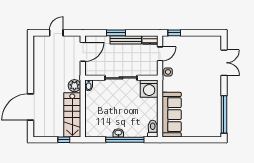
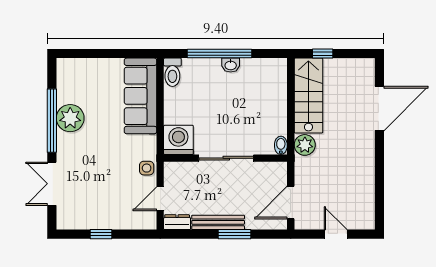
door: (56, 33) -> (336, 234), swing flipped
window: (174, 33) -> (101, 234), moved
plant: (213, 101) -> (70, 118), added
window: (224, 114) -> (52, 121), moved

